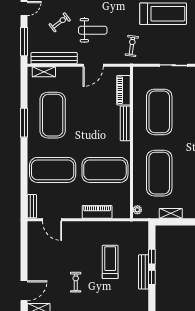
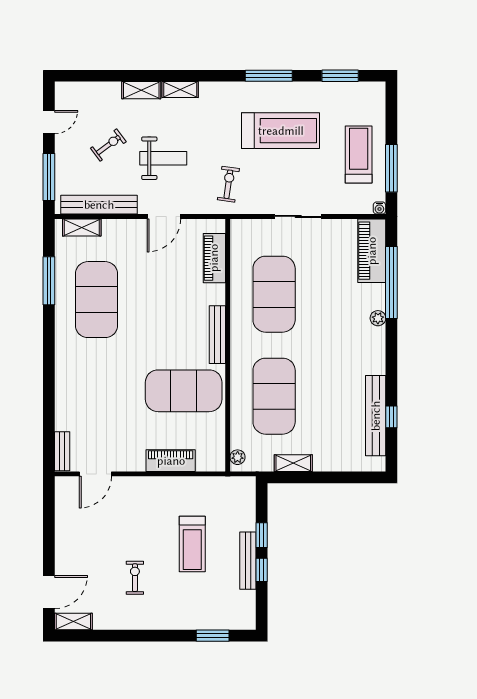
window: (24, 123) -> (49, 281), moved
bench: (125, 123) -> (217, 335), moved
exercise mat: (53, 170) -> (97, 391), removed
door: (52, 220) -> (95, 474), hinge flipped
treadmill: (110, 262) -> (192, 544), turned 180

